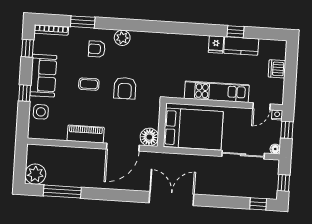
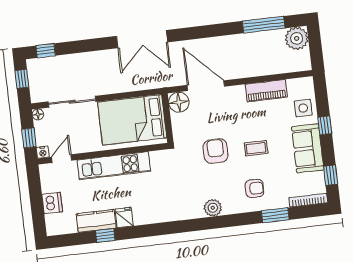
plant: (122, 38) -> (213, 208), moved
piano: (86, 134) -> (266, 91), moved
door: (123, 147) -> (206, 86), hinge flipped

